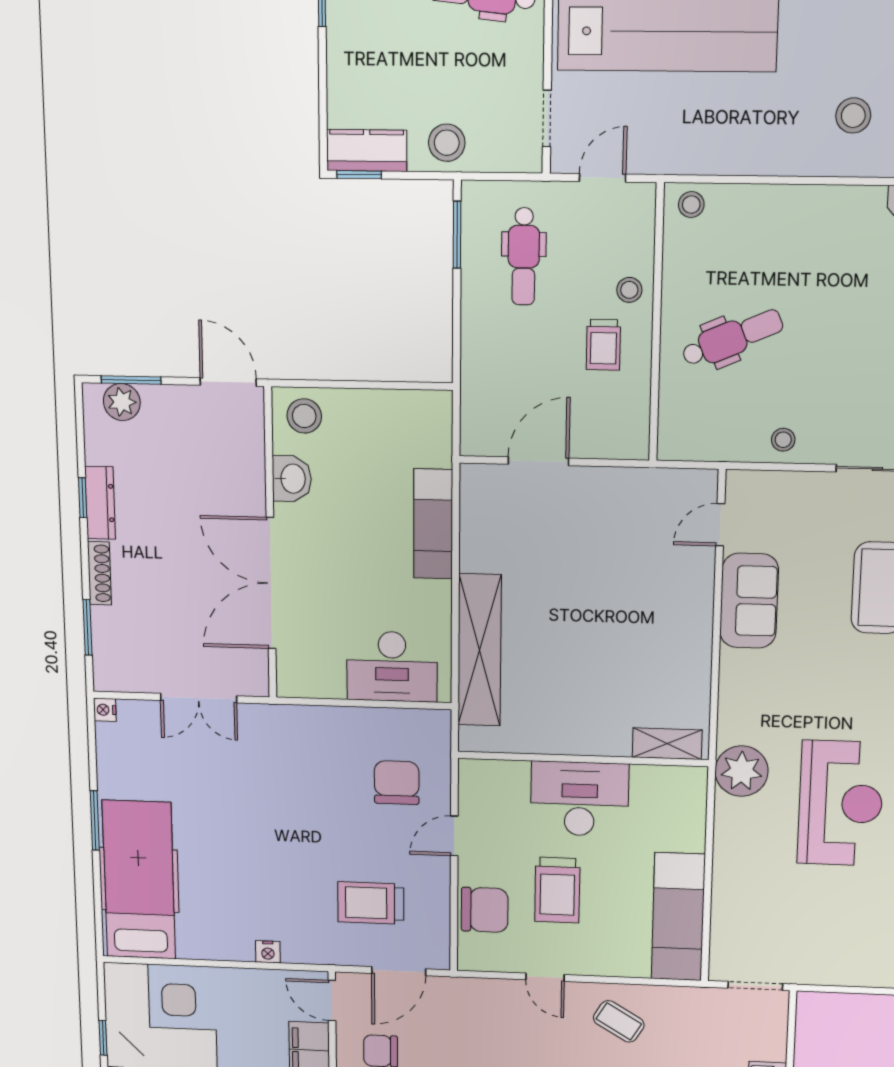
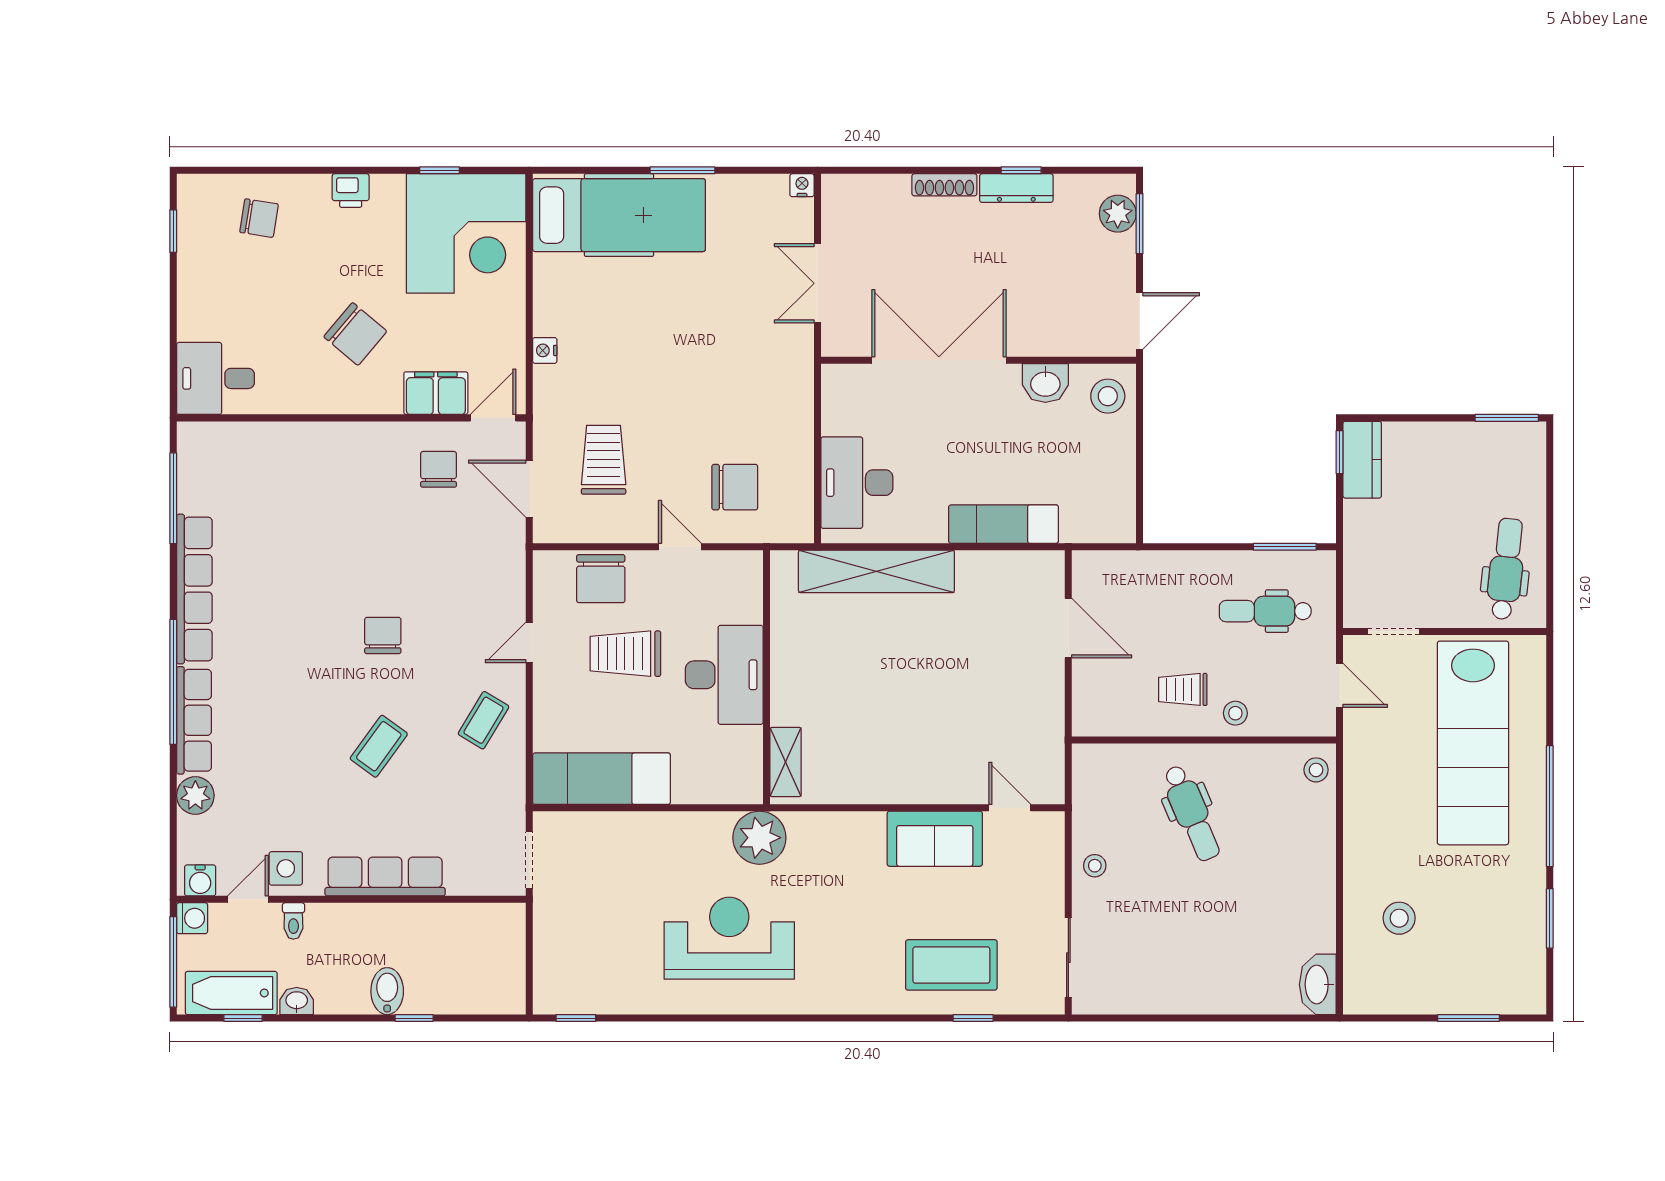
stool: (447, 143) -> (1370, 536), removed
window: (87, 627) -> (888, 170), removed
reception desk: (840, 803) -> (729, 938), turned 180

